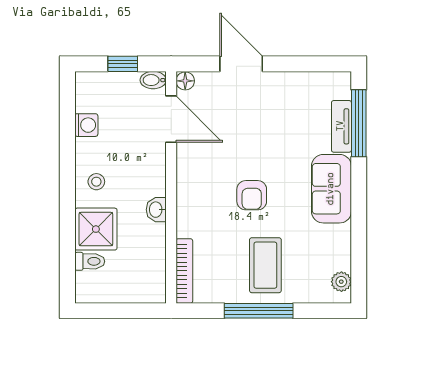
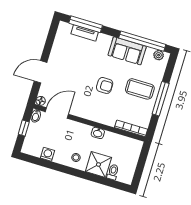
sofa: (331, 189) -> (127, 51), moved
window: (359, 242) -> (142, 41), added

